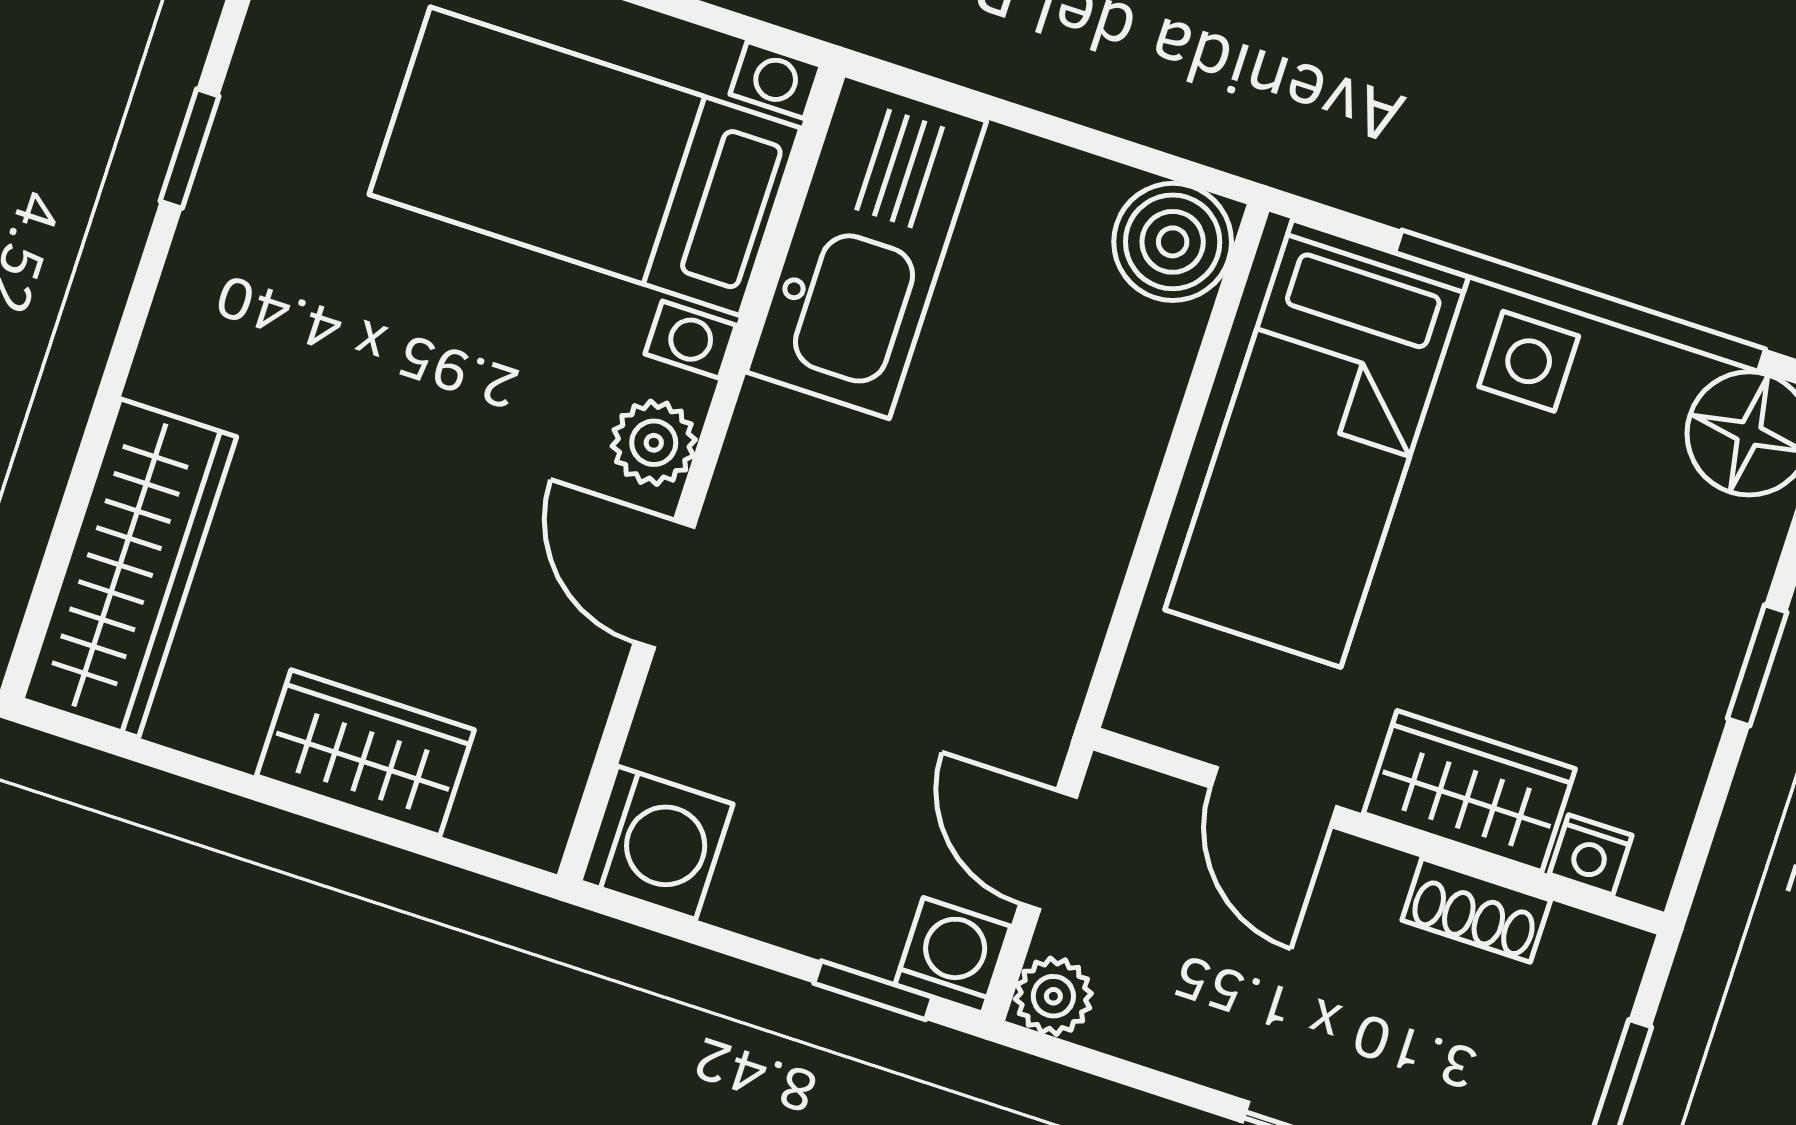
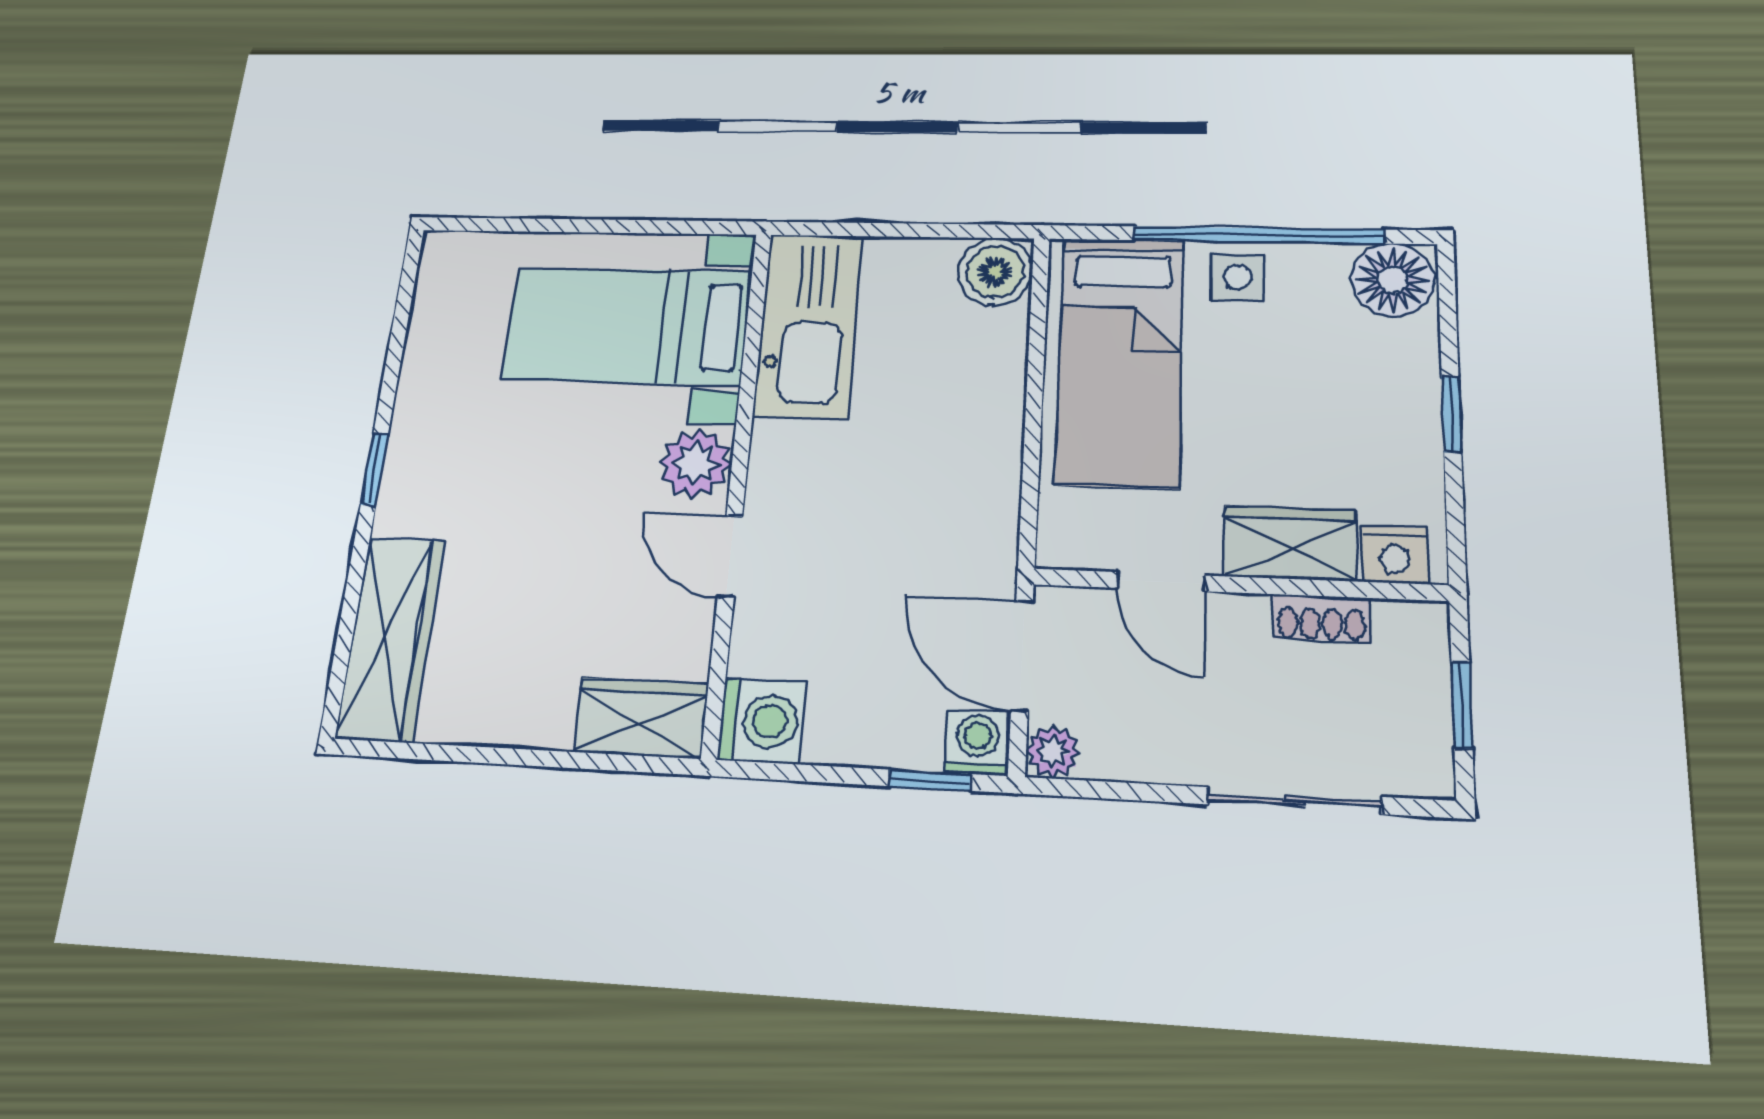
window: (190, 149) -> (374, 470), moved
plant: (654, 443) -> (695, 464), width x1.38, depth x1.38
wardrobe: (365, 753) -> (641, 718), moved
door: (1048, 850) -> (1022, 656), width x1.38
nightstand: (1591, 855) -> (1395, 555), width x1.39, depth x1.35

